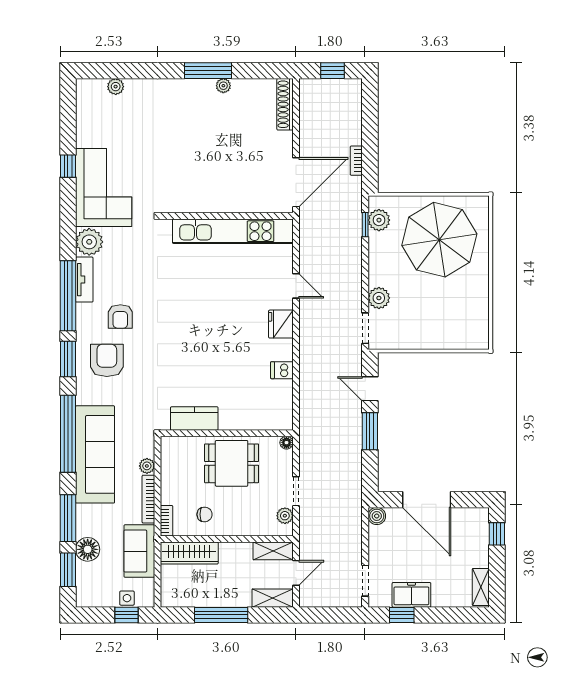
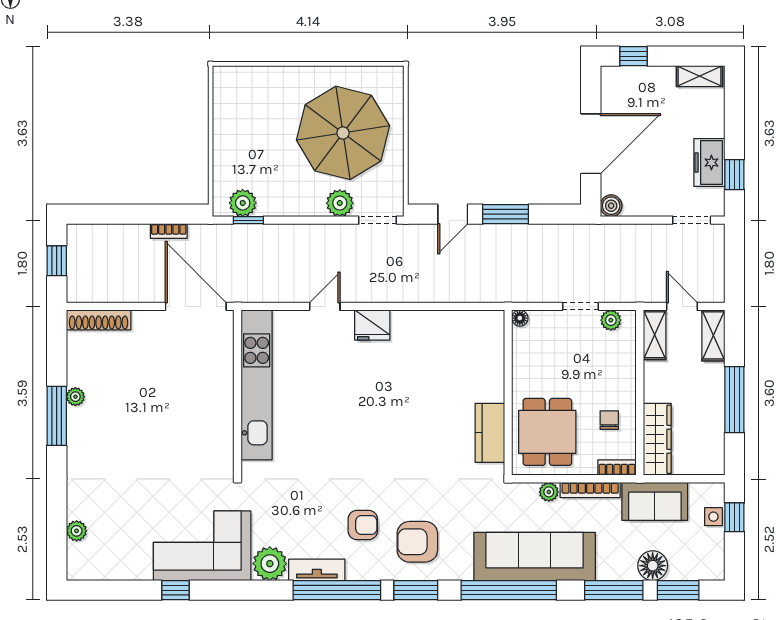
parasol: (439, 240) -> (343, 133), moved
dishwasher: (282, 370) -> (430, 324), removed
dining table: (232, 463) -> (547, 432), moved

